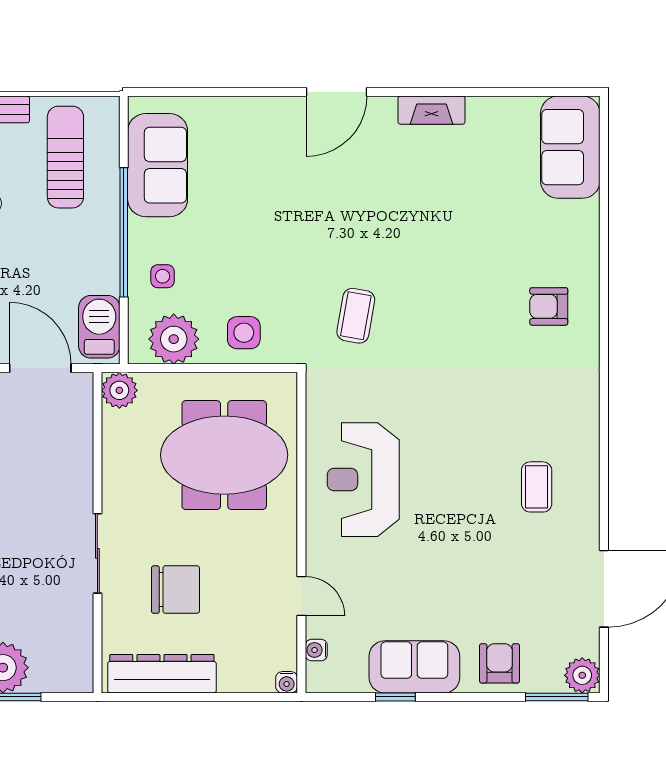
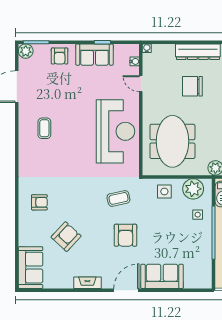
sofa: (158, 165) -> (162, 276), moved, turned 90
armchair: (484, 223) -> (66, 237), added
armchair: (339, 226) -> (125, 235), added
coffee table: (356, 316) -> (118, 198), turned 68
meeting table: (224, 455) -> (172, 141), turned 90
reception desk: (363, 480) -> (115, 131), width x1.36, depth x1.30

